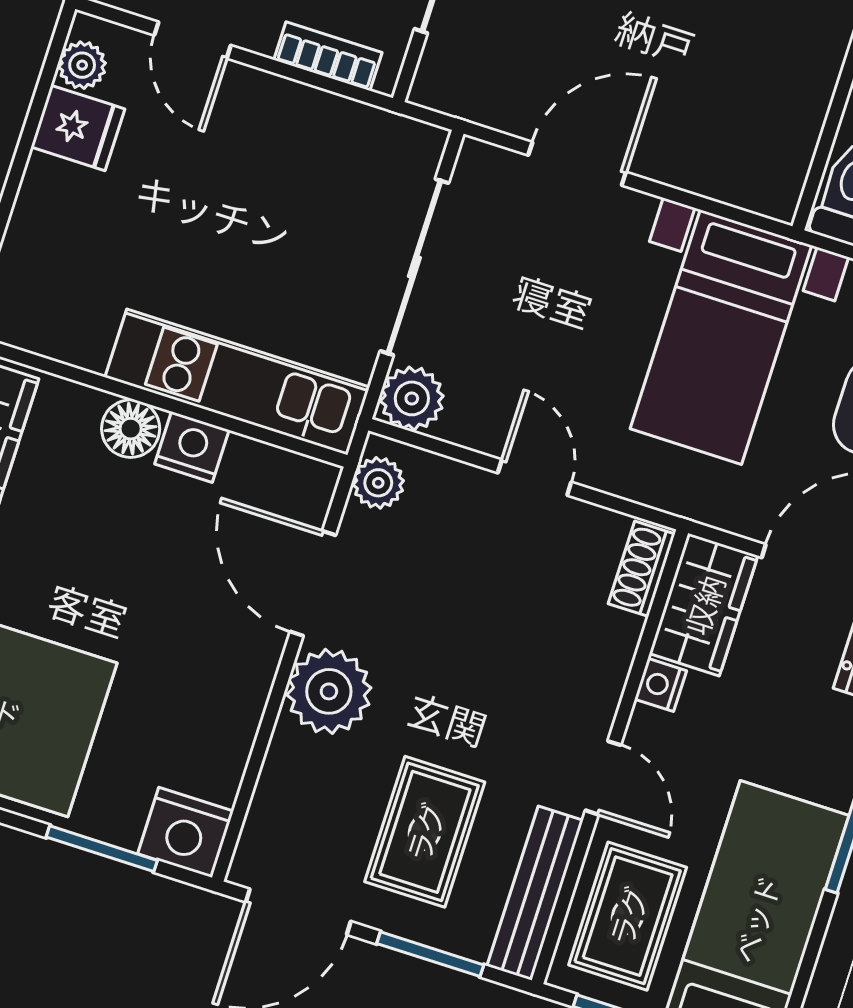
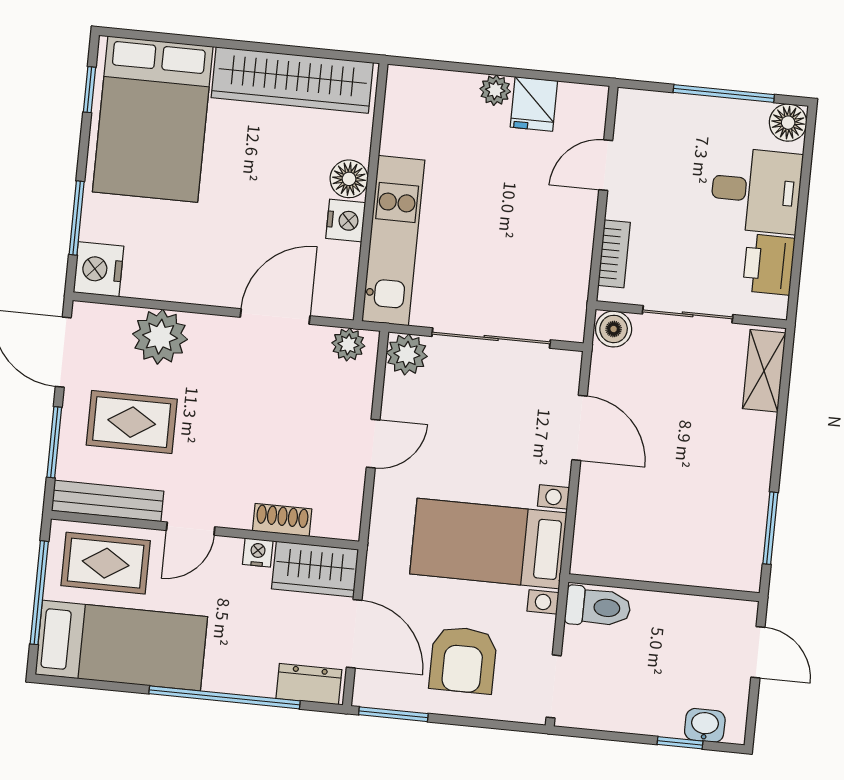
plant: (82, 65) -> (495, 90), moved
boiler: (440, 81) -> (614, 329), added
shoe rack: (642, 569) -> (282, 520), moved
plant: (329, 691) -> (160, 337), moved

